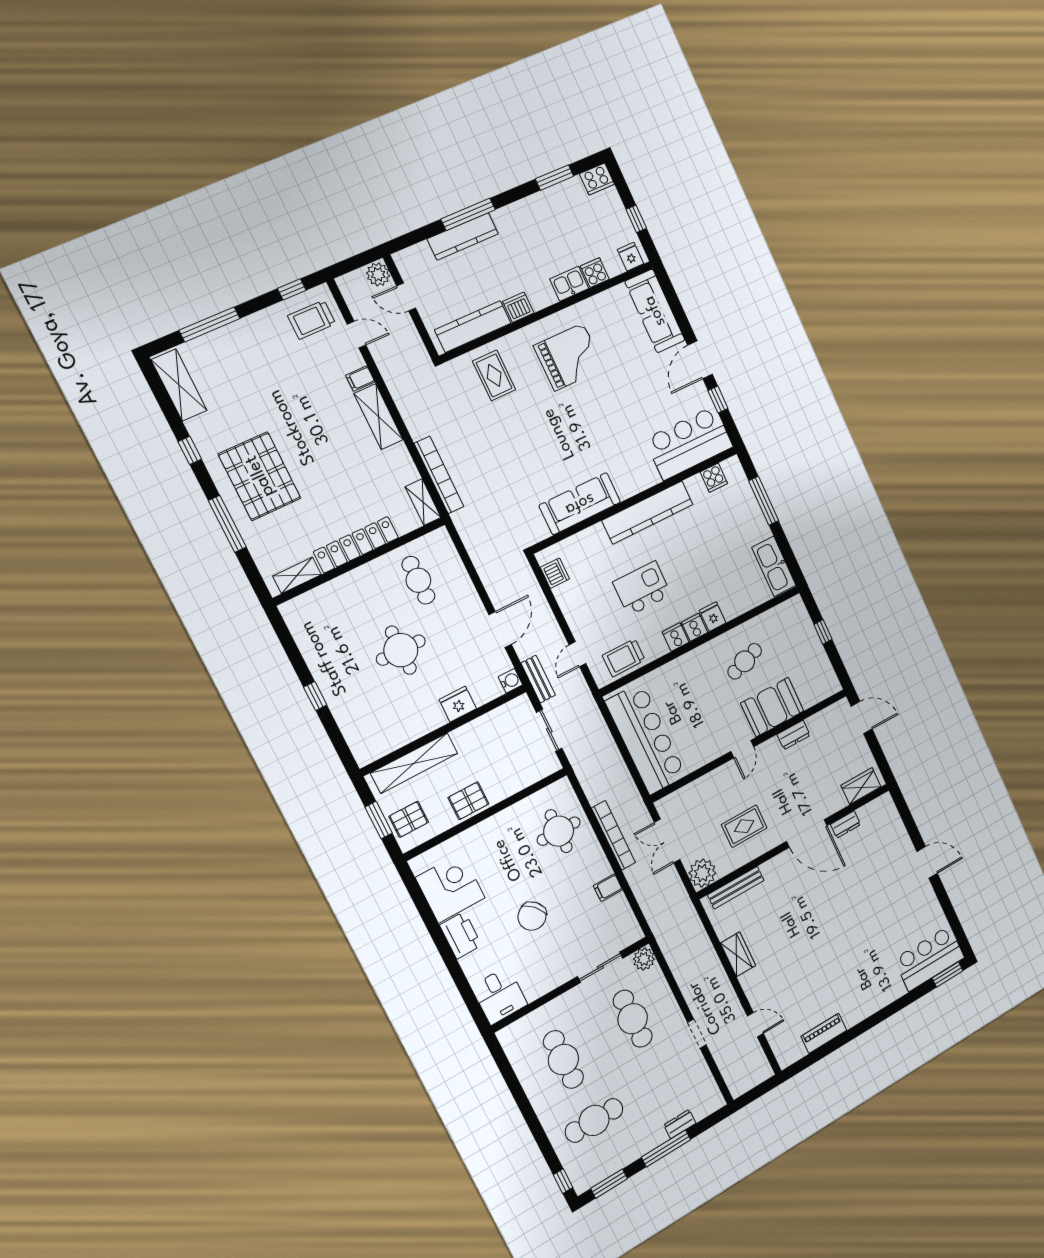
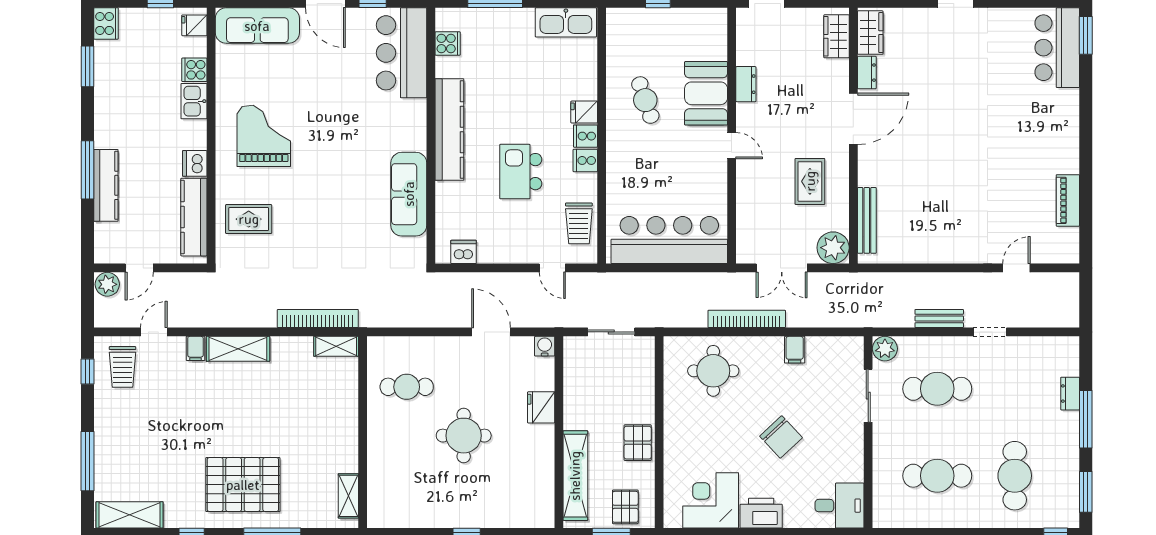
locker: (356, 545) -> (346, 428), removed
bench: (538, 679) -> (939, 318), moved
wardrobe: (738, 954) -> (870, 33), moved, turned 90

